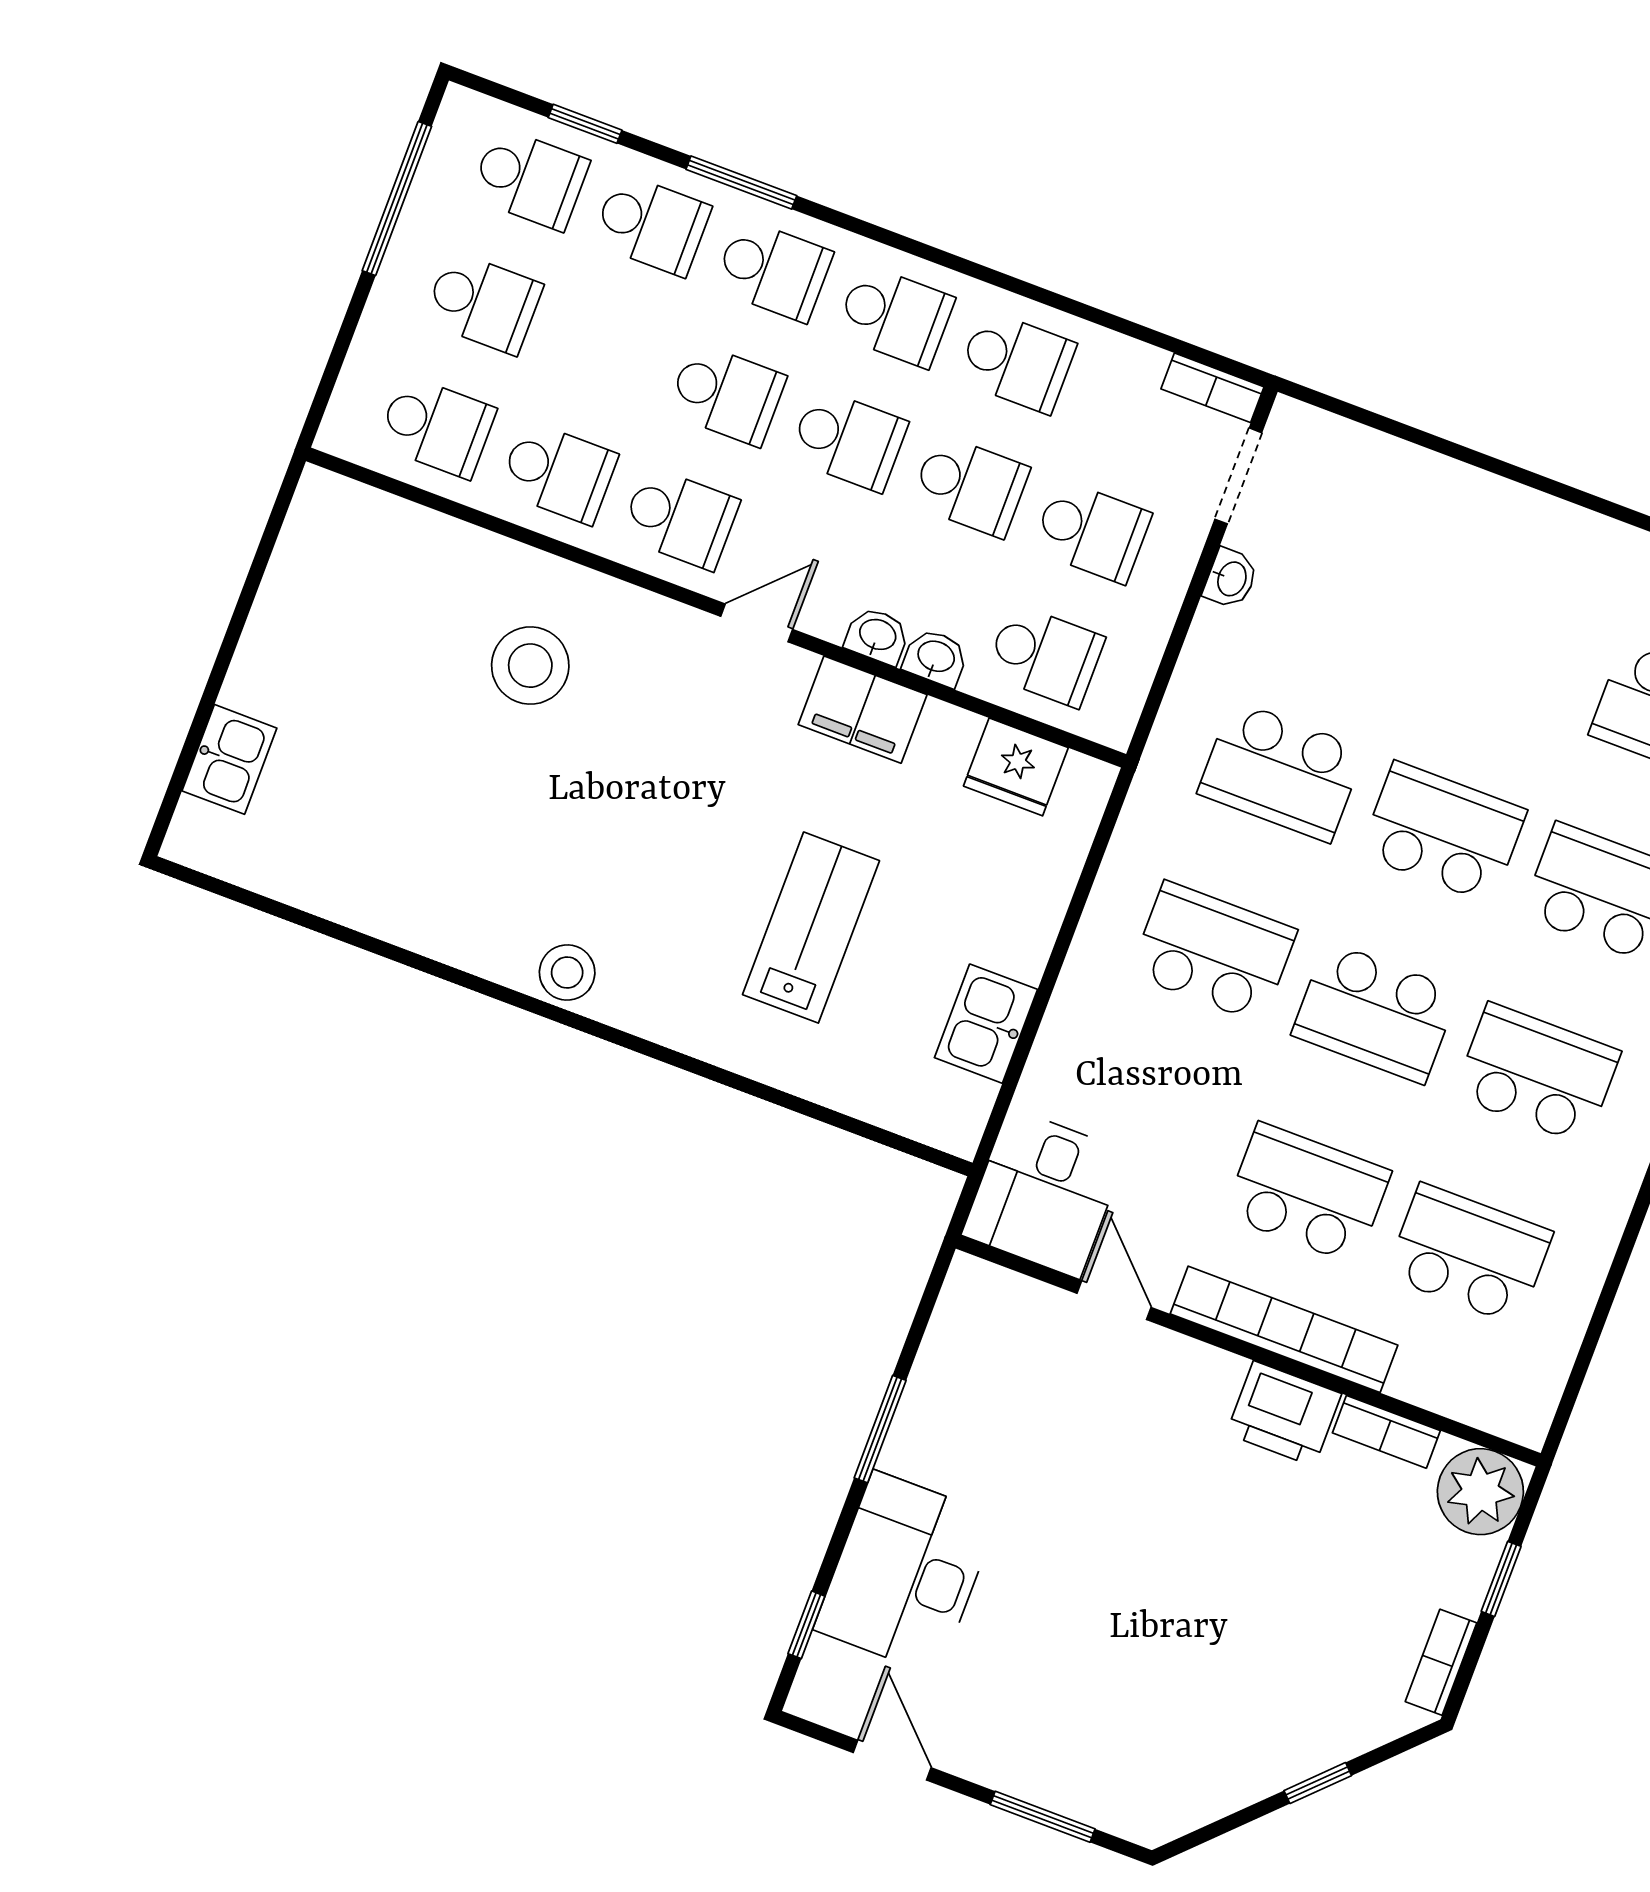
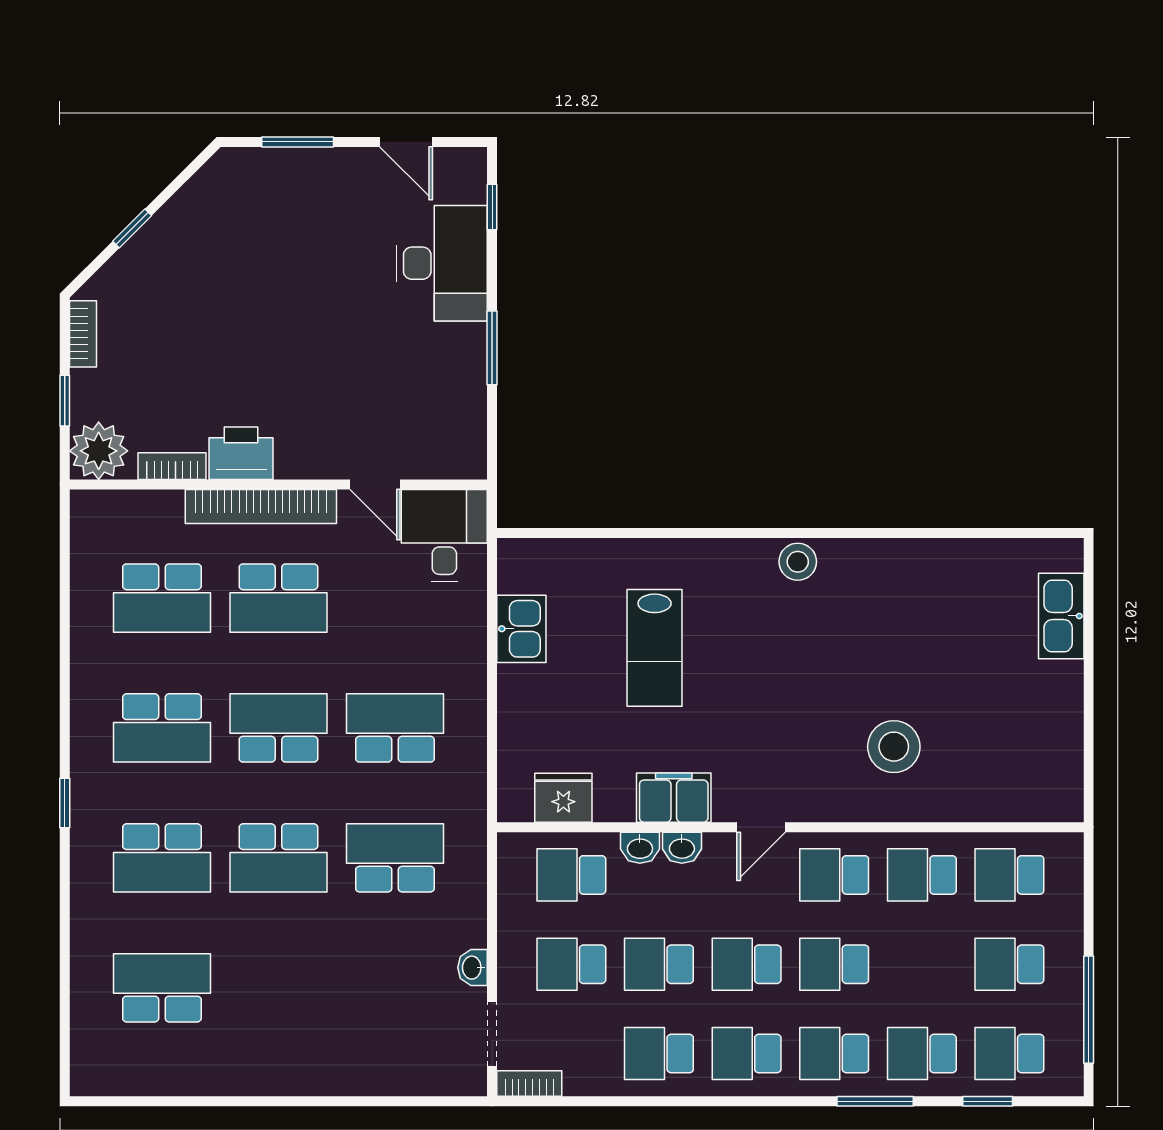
kitchen sink: (229, 759) -> (1061, 616), width x1.38
school desk: (1213, 952) -> (395, 728), turned 180

